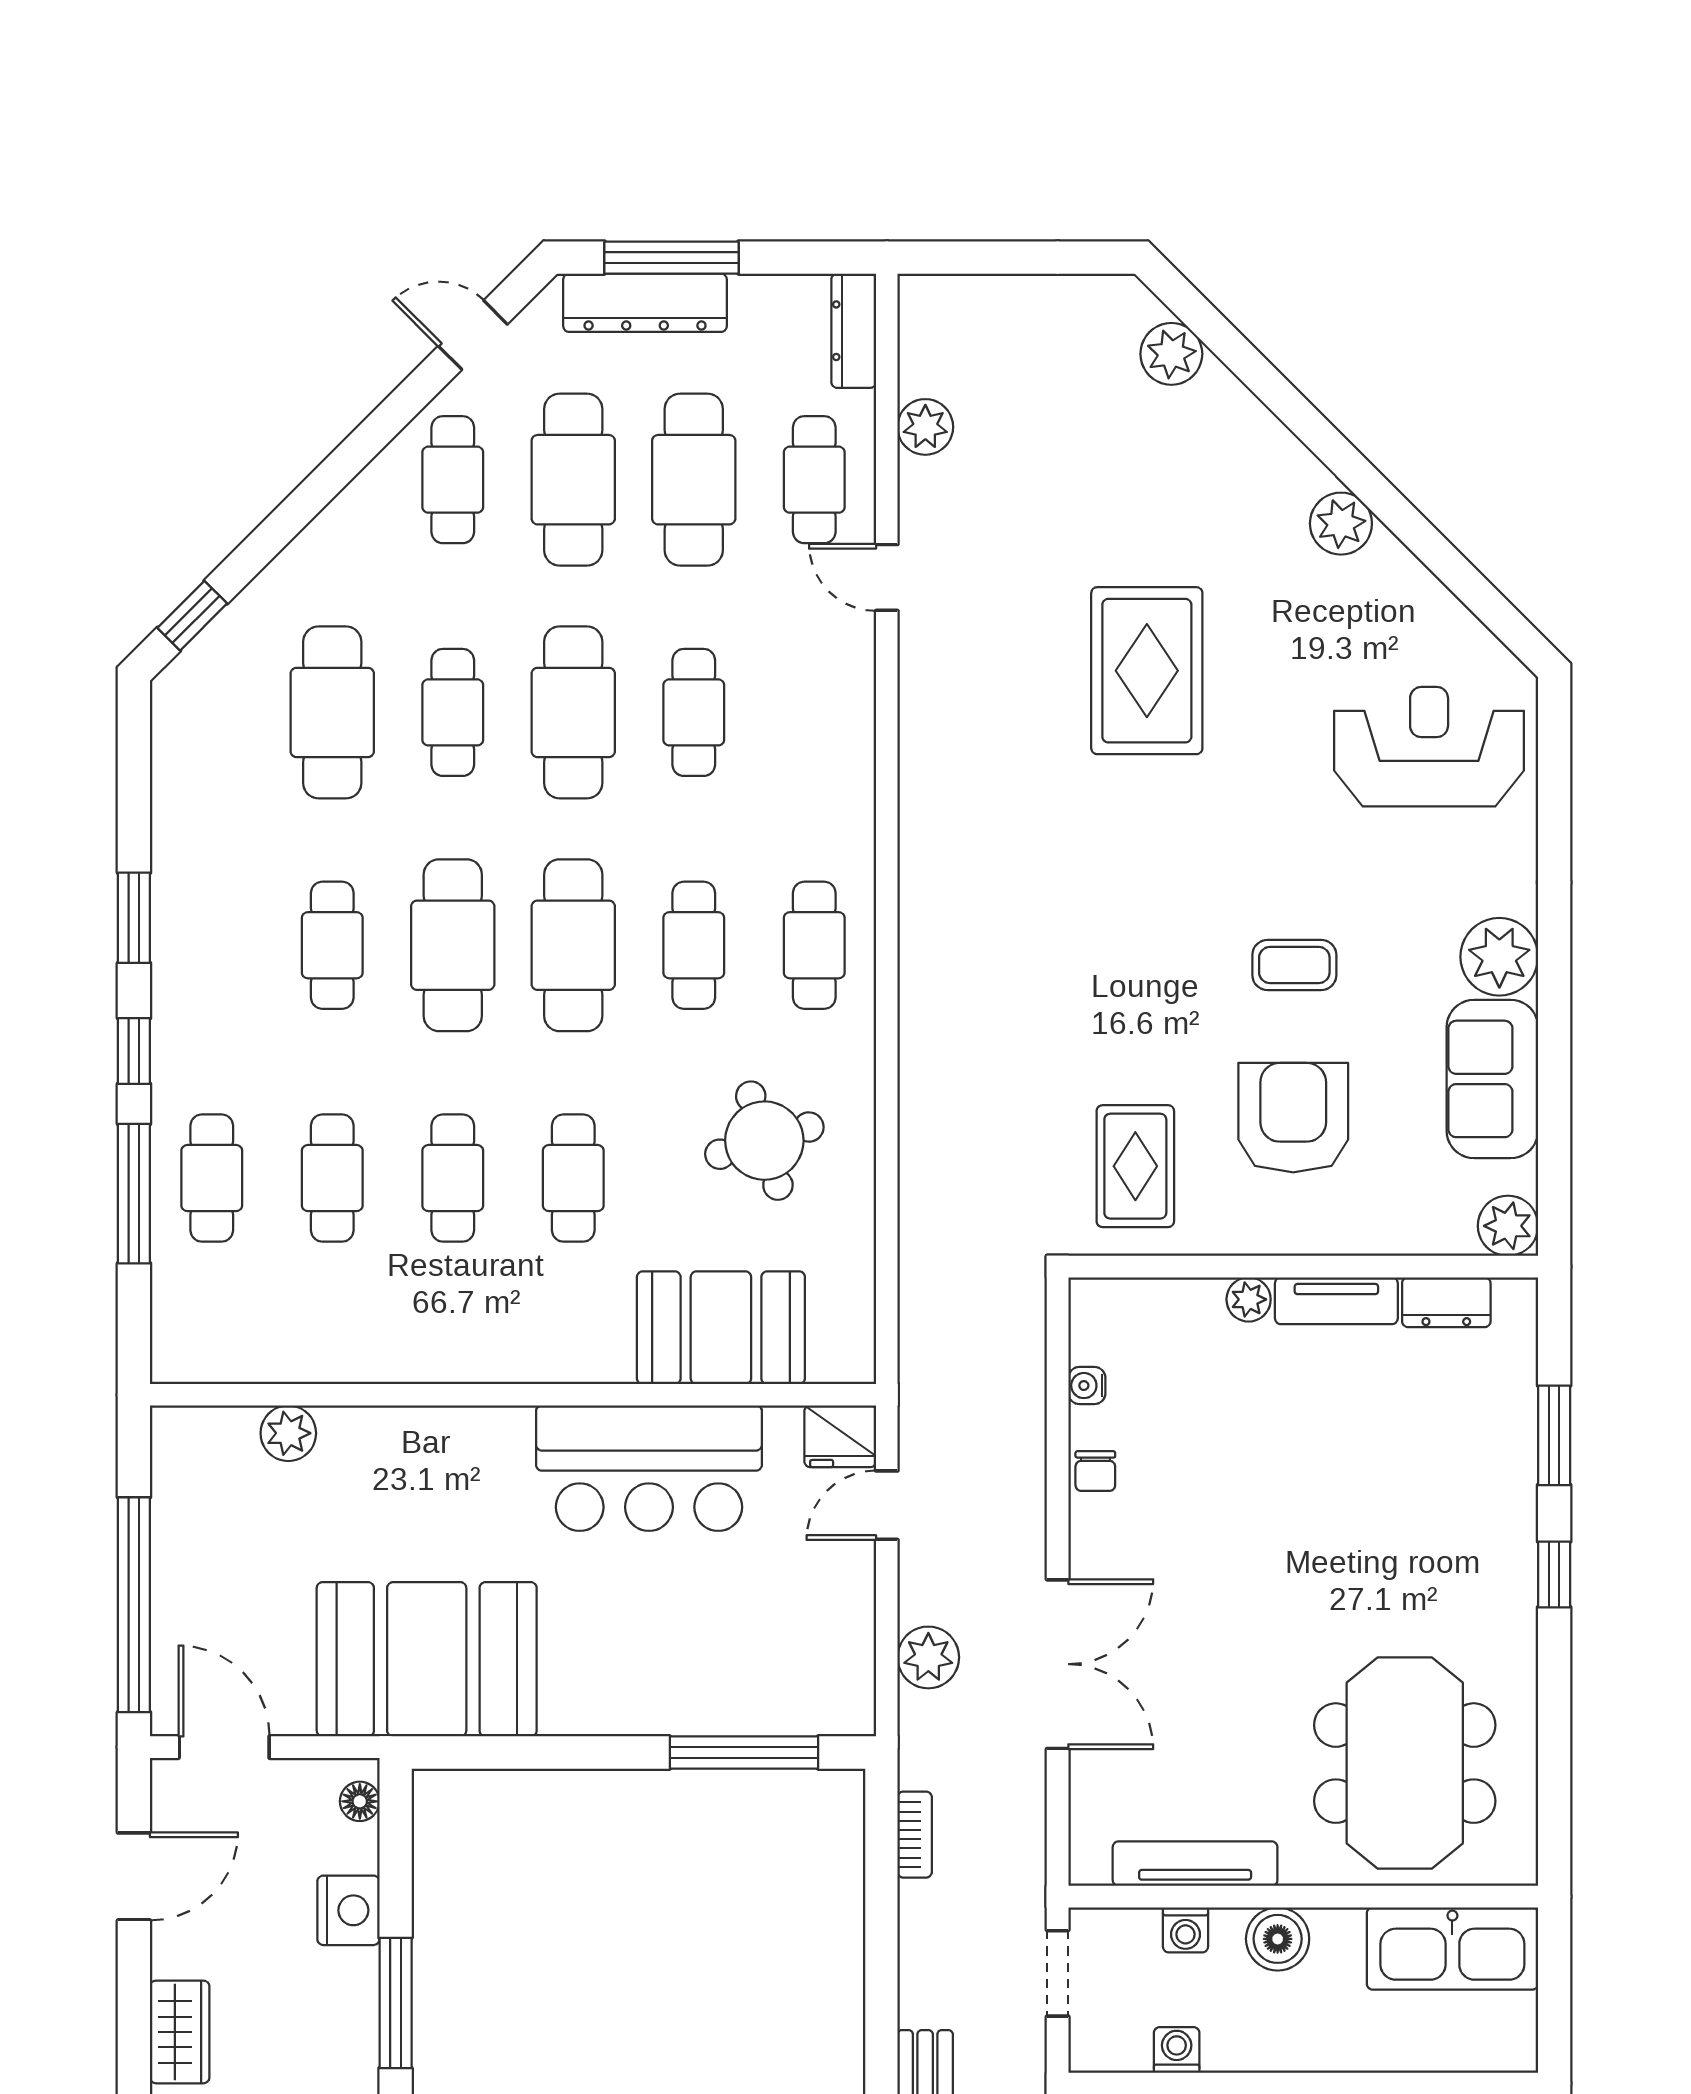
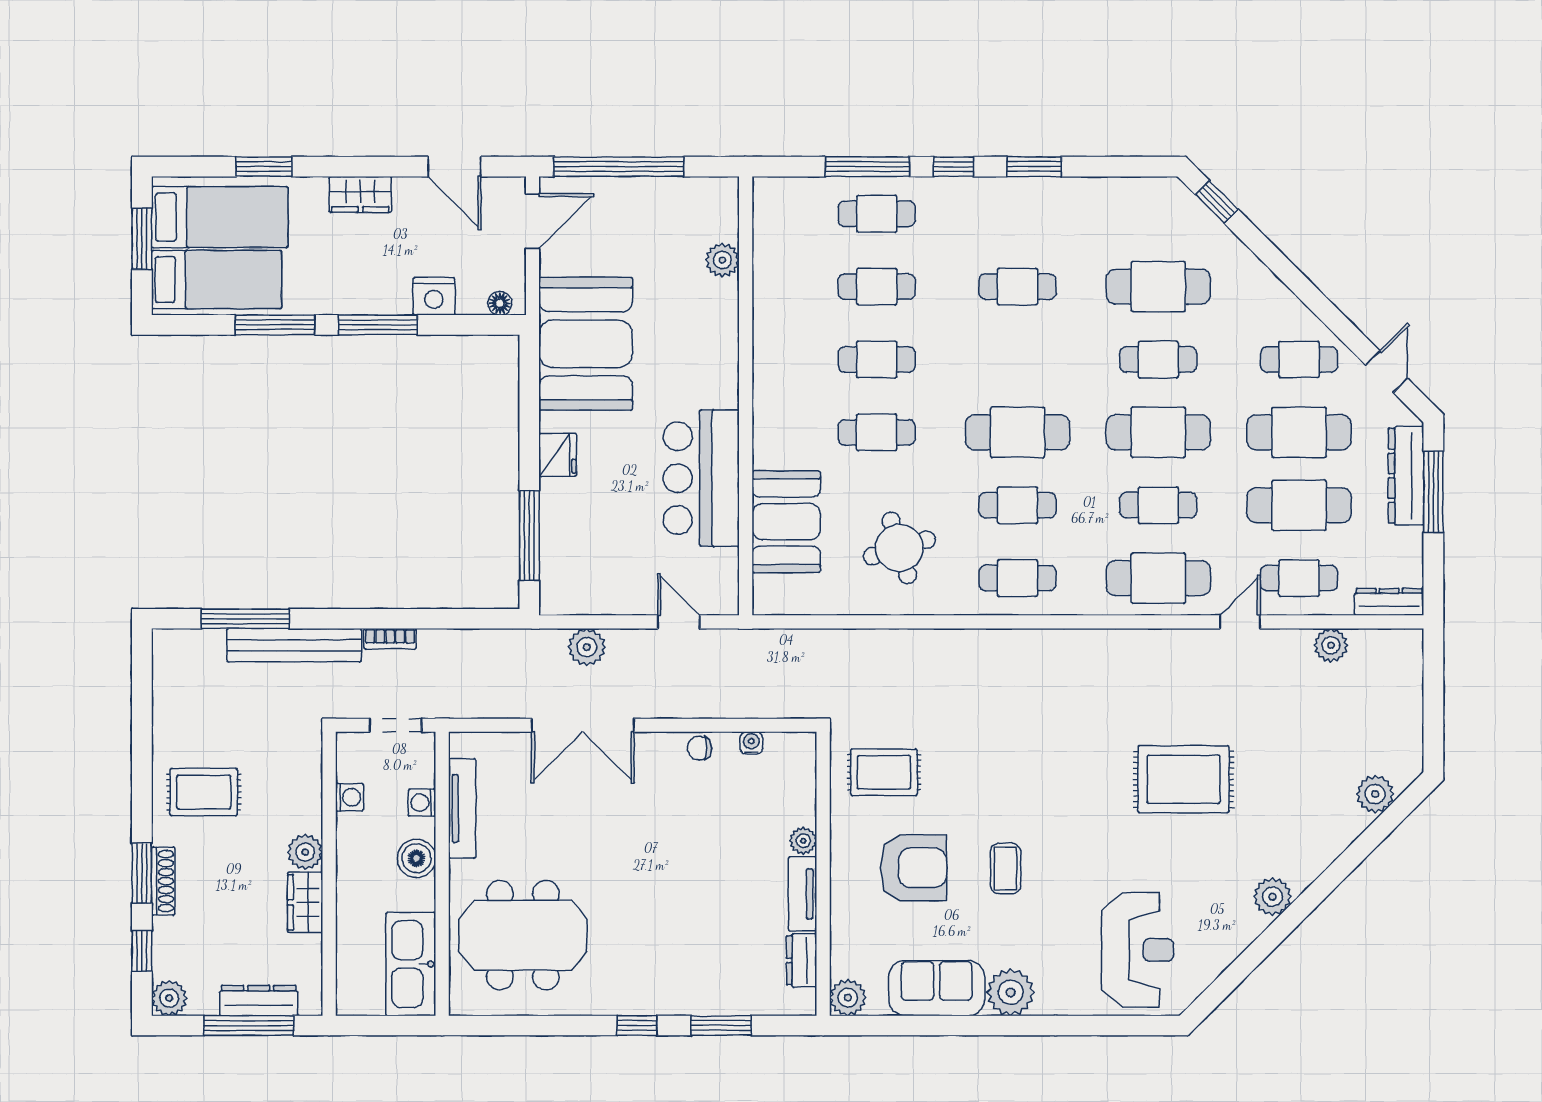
cafe table: (453, 945) -> (1158, 578), moved
fridge: (840, 1436) -> (558, 455), moved, turned 180
bookcase: (915, 1835) -> (390, 639), moved

